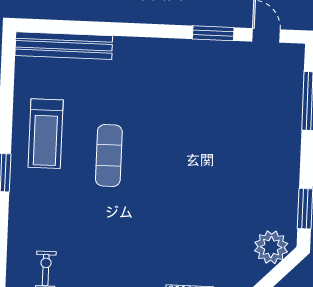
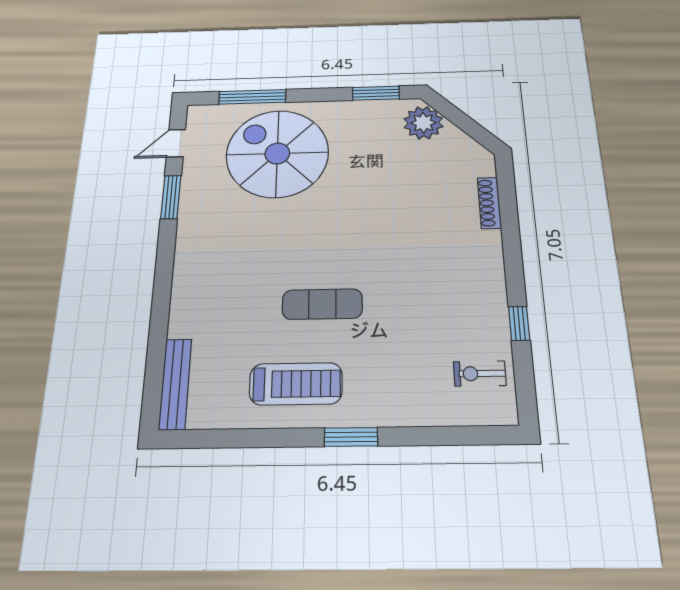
bench: (64, 46) -> (175, 384), width x0.73, depth x0.82
spiral stairs: (249, 122) -> (277, 153), added

